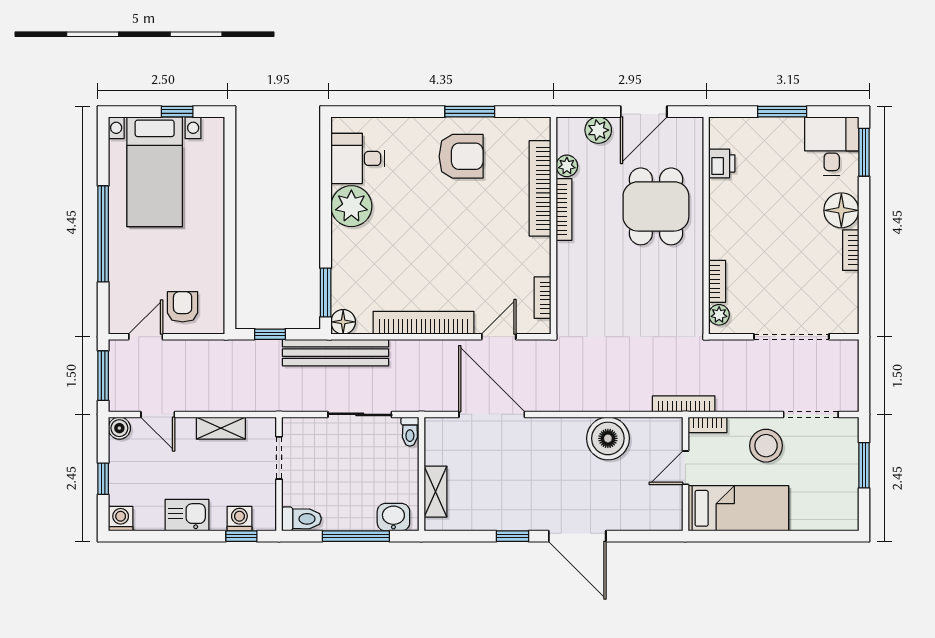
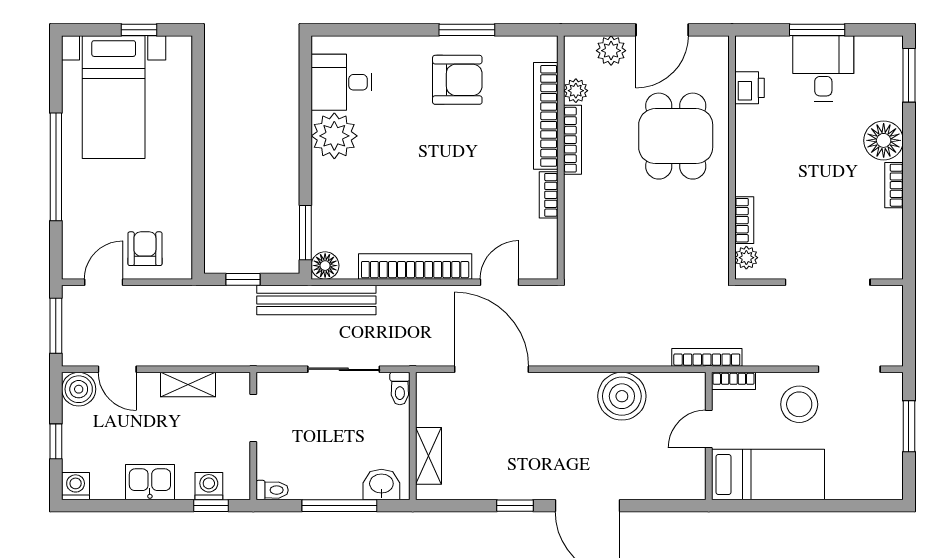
desk: (832, 146) -> (823, 68), moved
bookcase: (543, 298) -> (549, 195), moved
boiler: (119, 428) -> (79, 389), width x1.36, depth x1.36
toilet: (301, 519) -> (272, 490), width x0.73, depth x0.72

